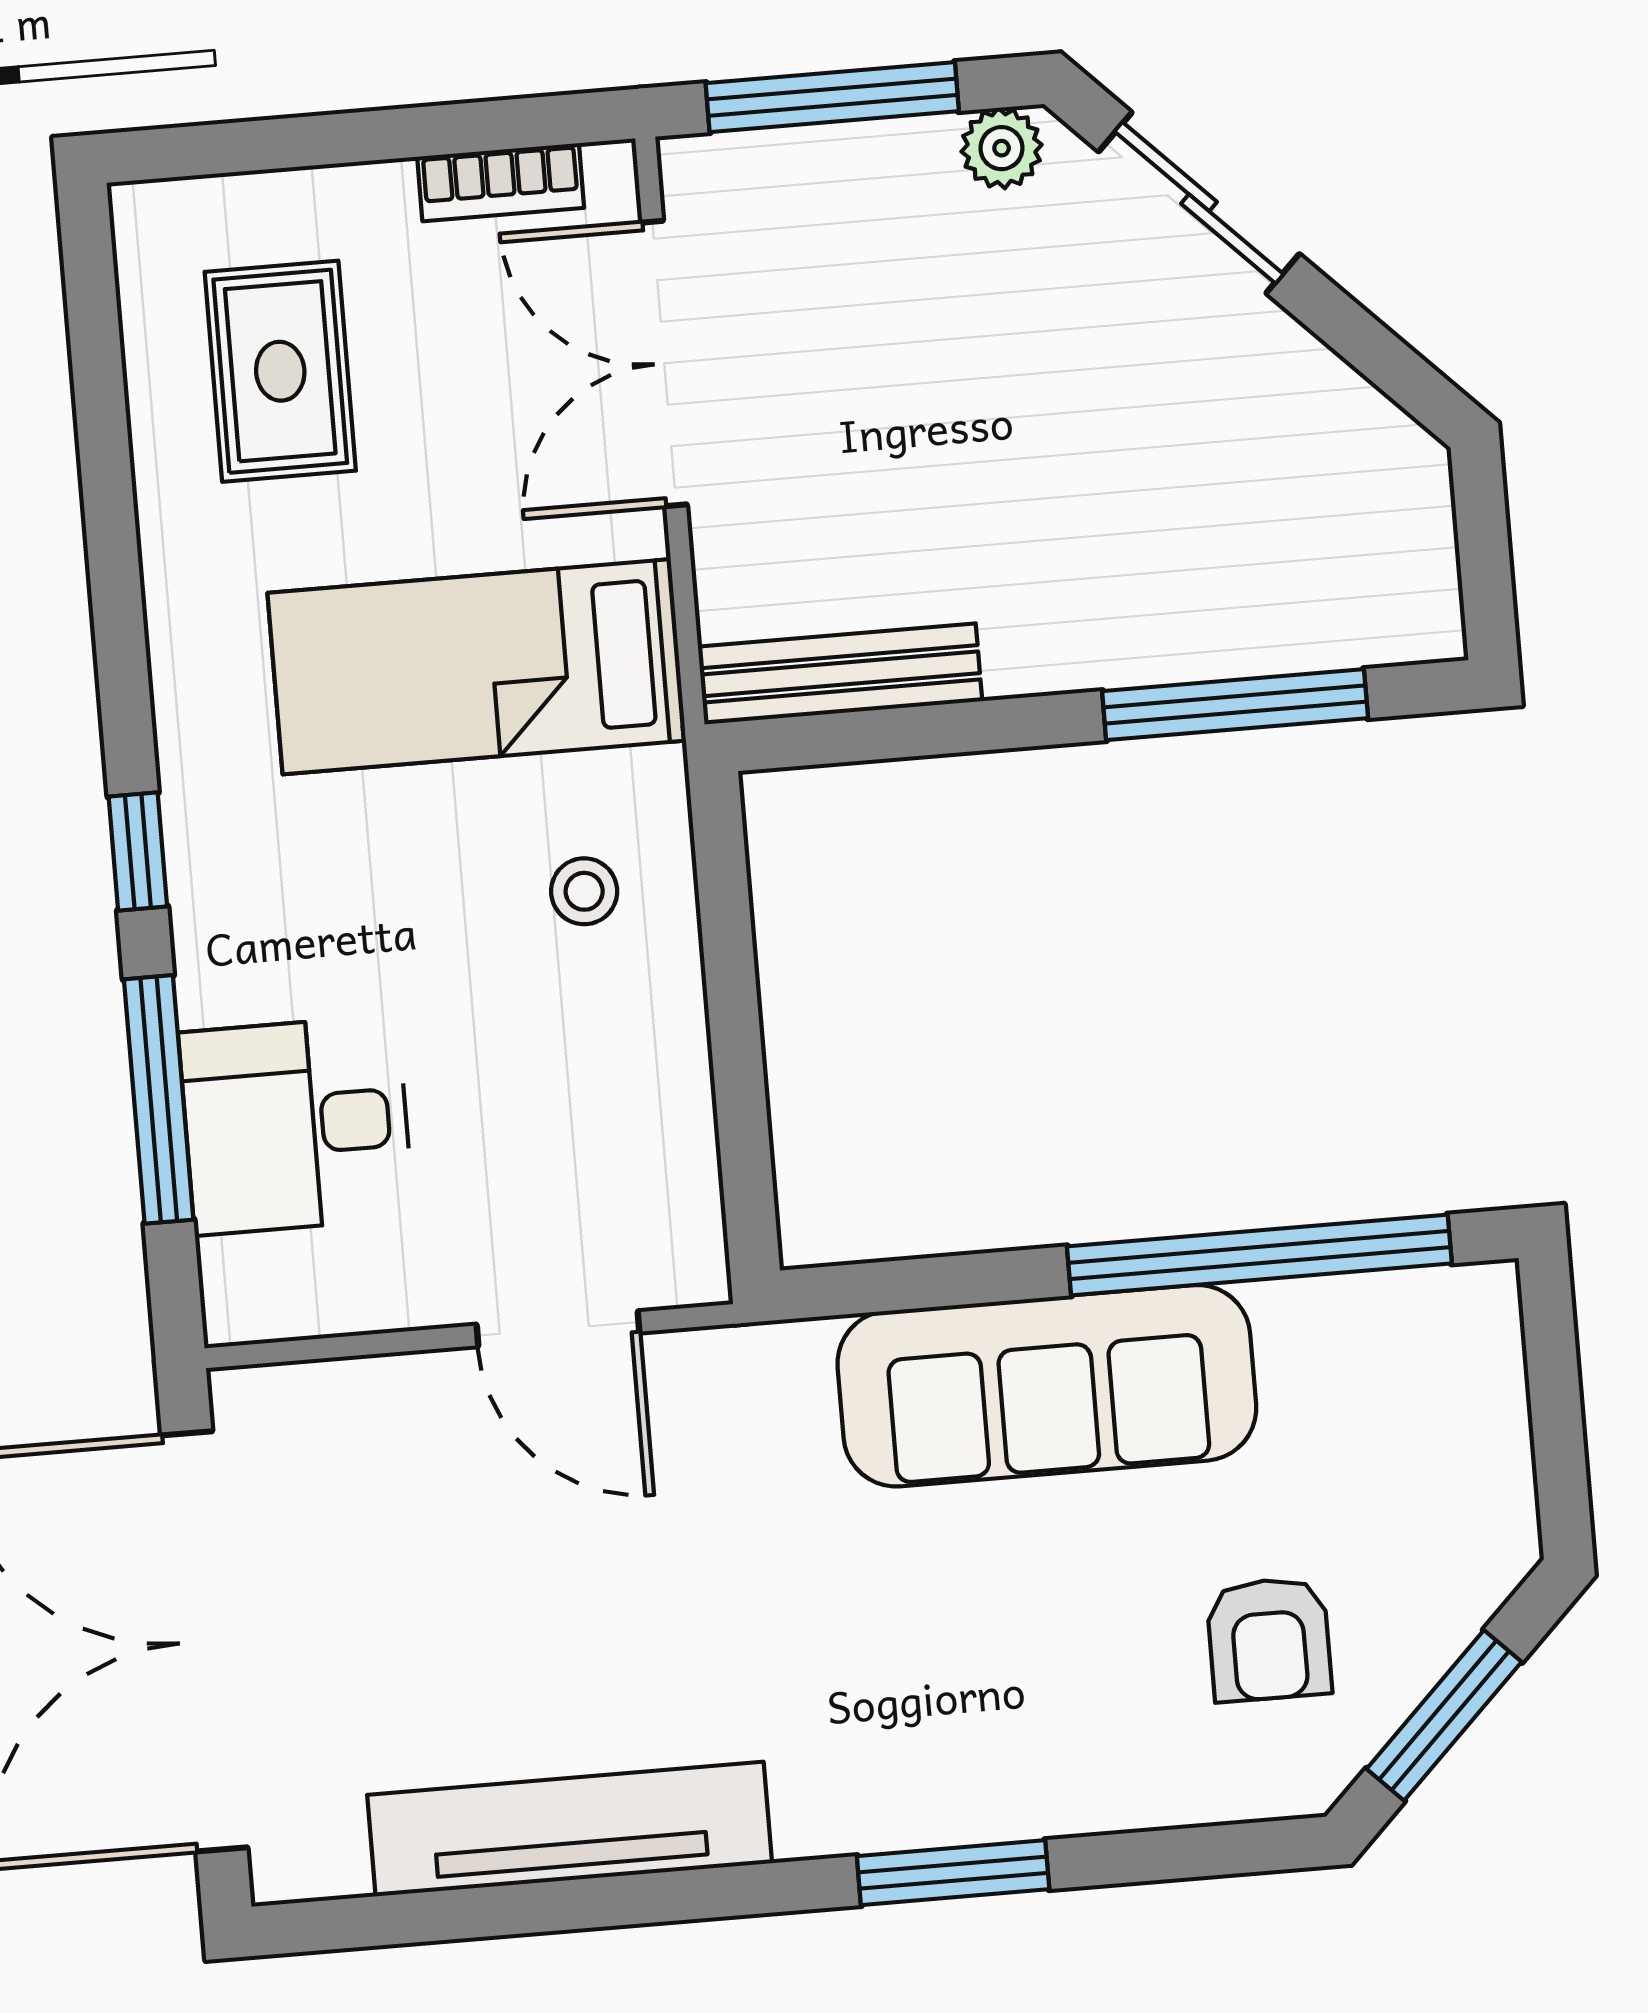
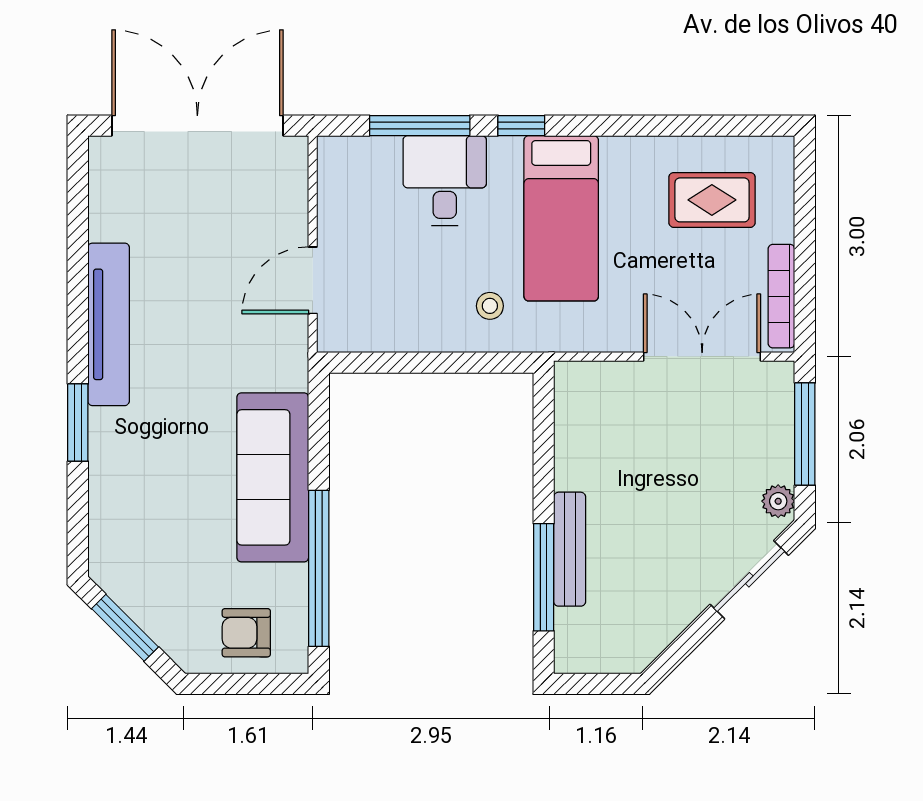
bookcase: (501, 182) -> (781, 296), width x1.56
bed: (477, 667) -> (561, 218), moved, turned 180
bench: (840, 674) -> (570, 549), moved
desk: (296, 1125) -> (445, 181), moved
armchair: (1269, 1639) -> (246, 633), moved
tv unit: (570, 1829) -> (109, 324), moved

